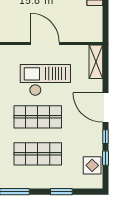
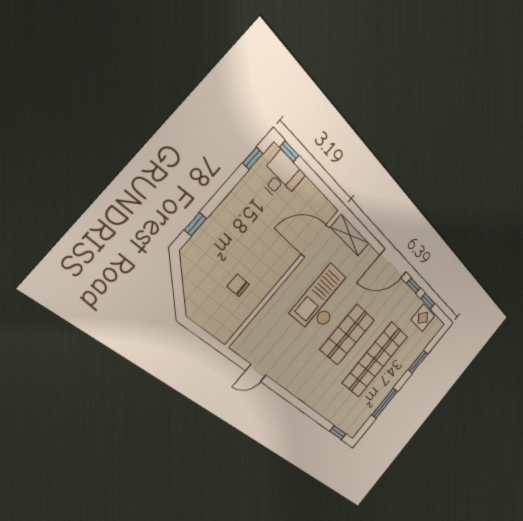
chair: (12, 20) -> (238, 285), added
door: (45, 43) -> (315, 241), moved
shop shelf: (38, 154) -> (375, 359), width x1.40

